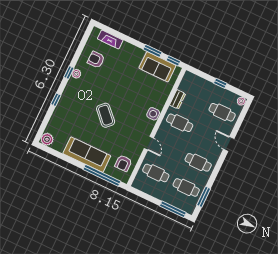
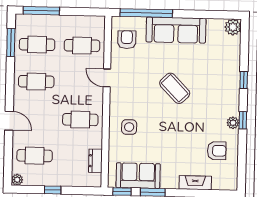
fireplace: (110, 39) -> (195, 183), moved
dresser: (178, 99) -> (95, 161), moved
side table: (153, 114) -> (129, 127), moved

